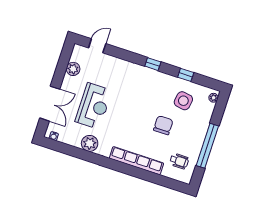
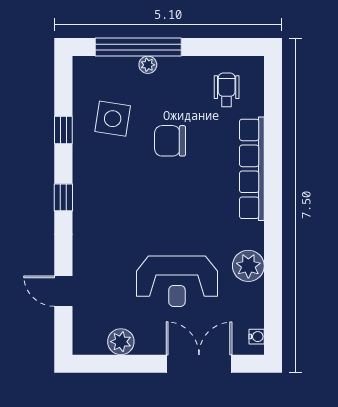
door: (97, 46) -> (63, 291), moved
plant: (214, 98) -> (148, 65), moved
reception desk: (94, 106) -> (177, 281), turned 180
window: (207, 146) -> (138, 47), moved

